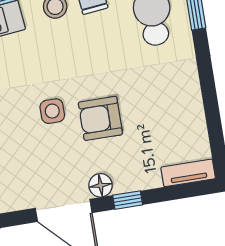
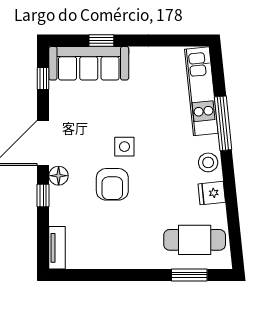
armchair: (100, 118) -> (112, 184), turned 180

